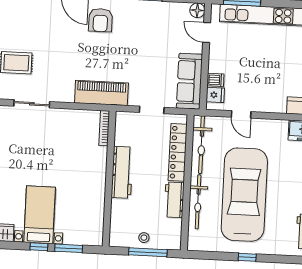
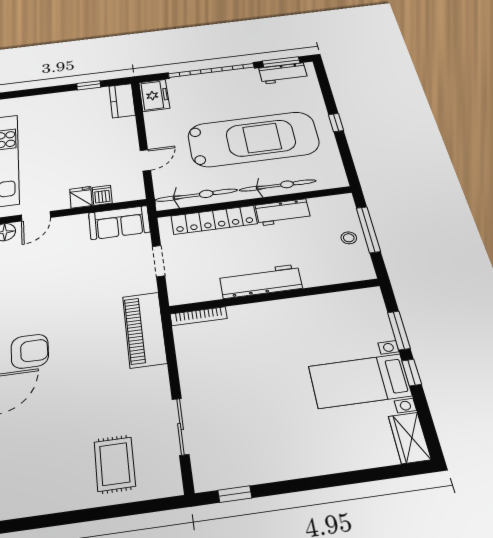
sofa: (189, 81) -> (119, 222), width x0.73
fridge: (215, 95) -> (81, 197), moved
car: (244, 195) -> (253, 139), turned 180

